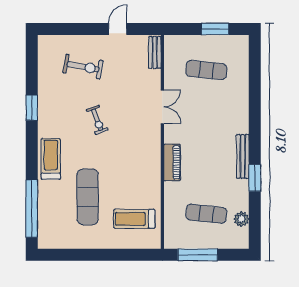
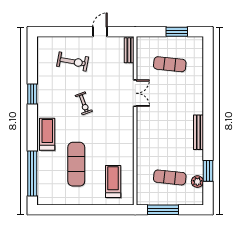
piano: (172, 162) -> (143, 137), removed
window: (255, 178) -> (208, 171), moved
treadmill: (134, 219) -> (113, 182), turned 90

